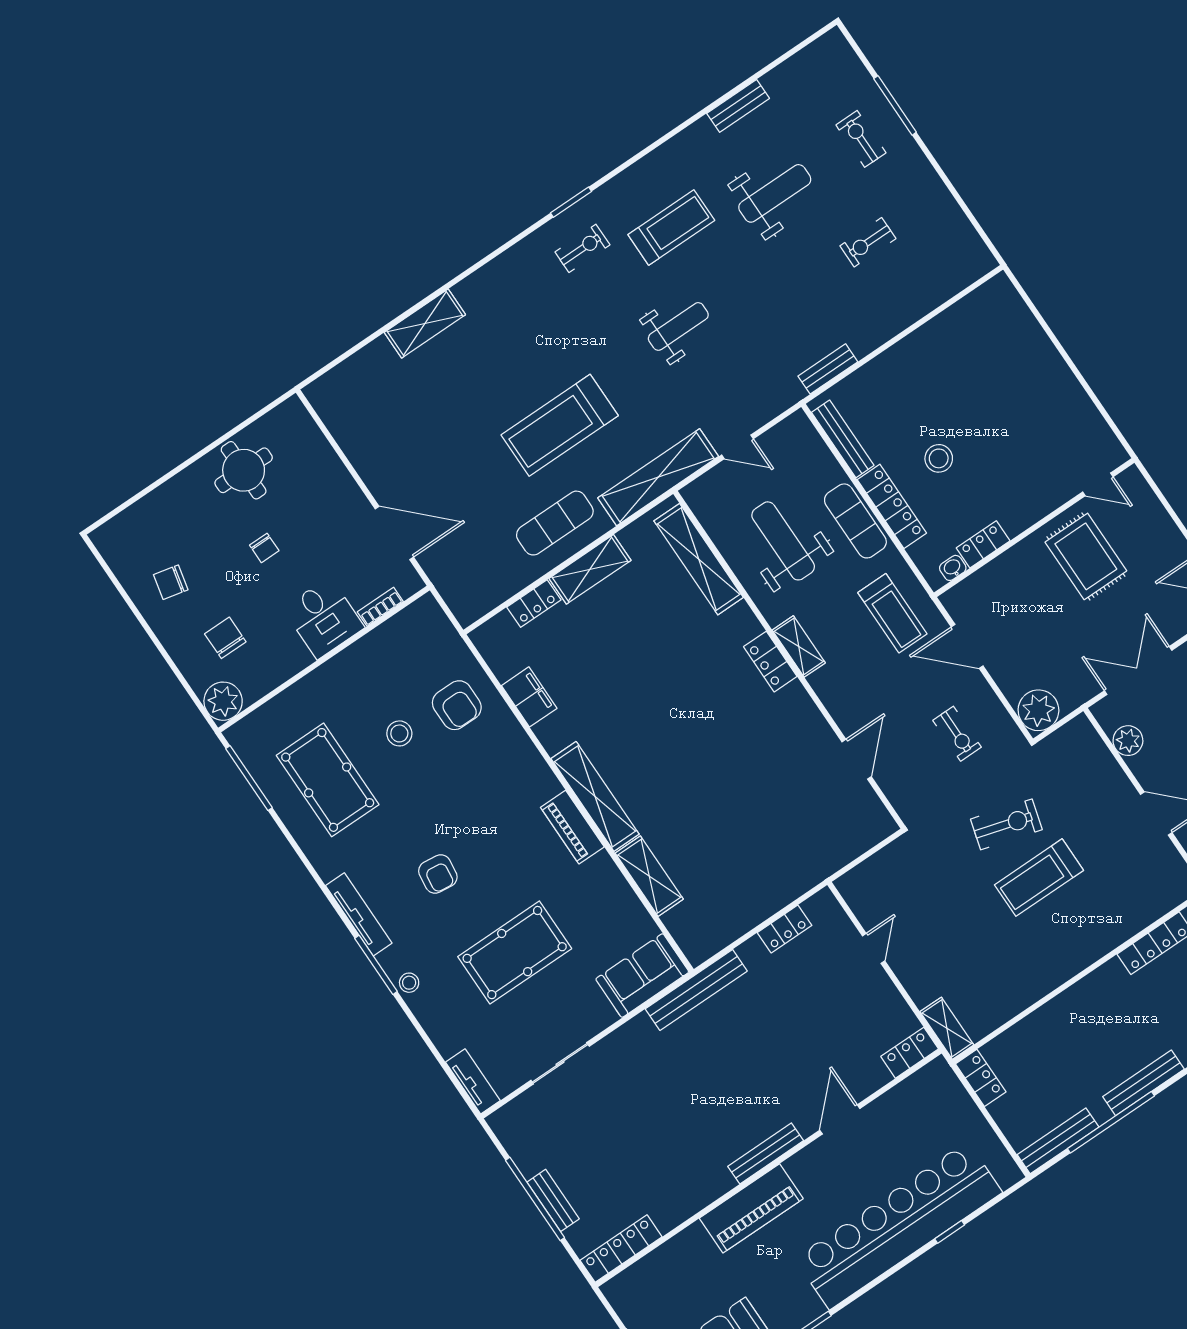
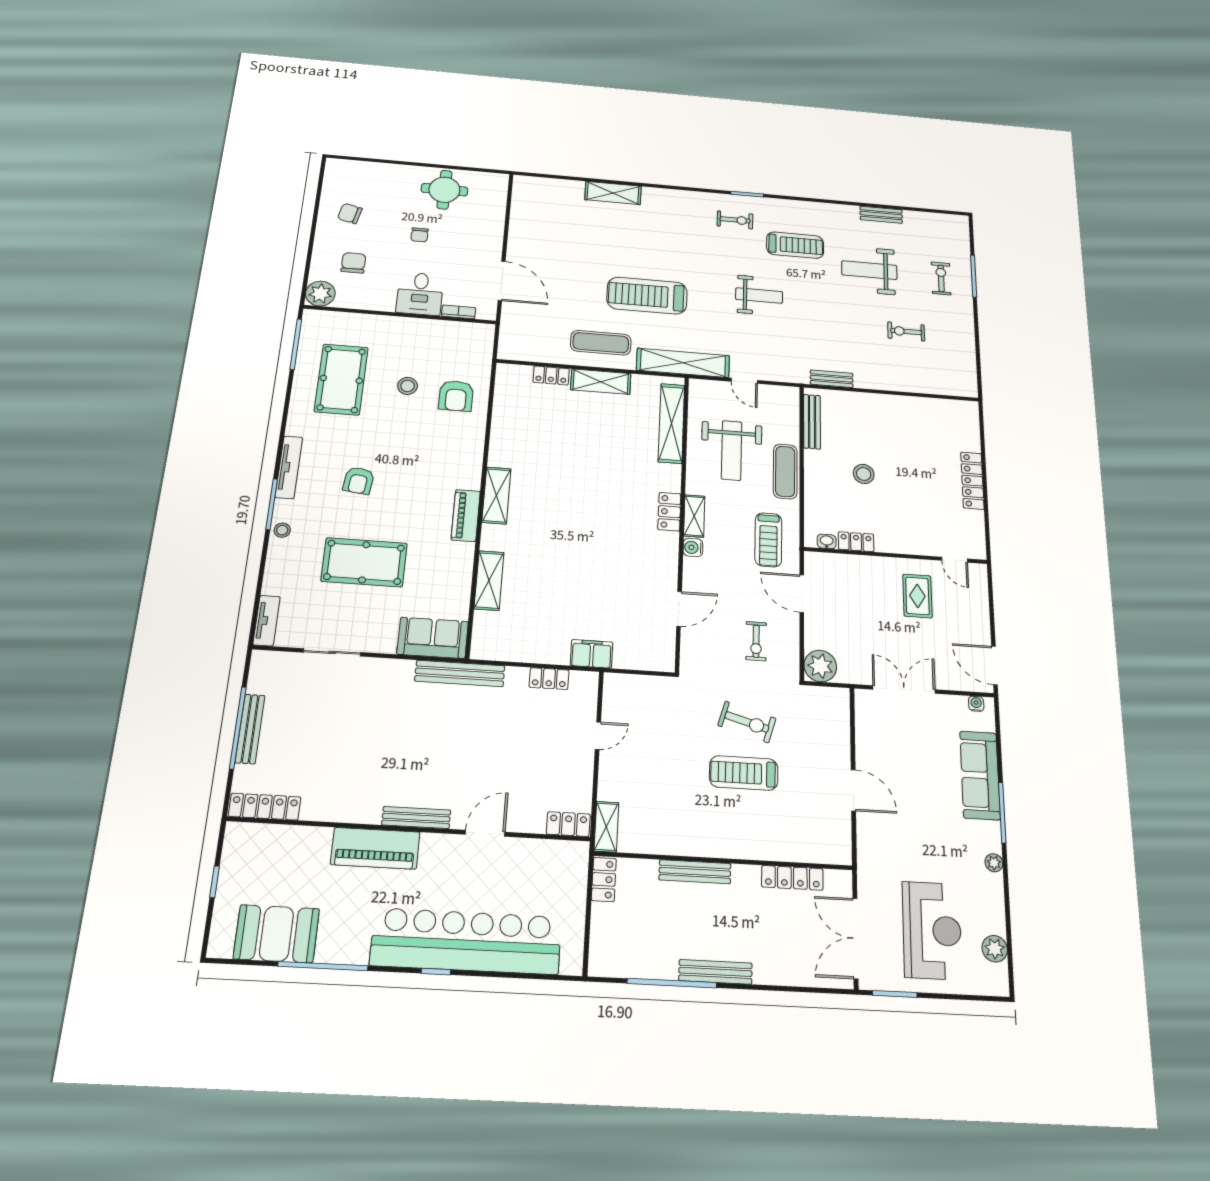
weight bench: (775, 193) -> (869, 270), turned 180
locker: (892, 506) -> (972, 481), moved, turned 180
weight bench: (783, 541) -> (731, 450), turned 180
rug: (1086, 556) -> (917, 596), width x0.73, depth x0.70
water cooler: (823, 682) -> (693, 547), added
filing cabinet: (529, 697) -> (592, 654), moved, turned -90
plant: (1128, 741) -> (867, 729), removed
shelving: (595, 796) -> (496, 495), width x0.68
bench: (1058, 1141) -> (695, 872), moved
bench: (553, 1200) -> (250, 729), width x1.36
window: (950, 1232) -> (436, 972), moved

